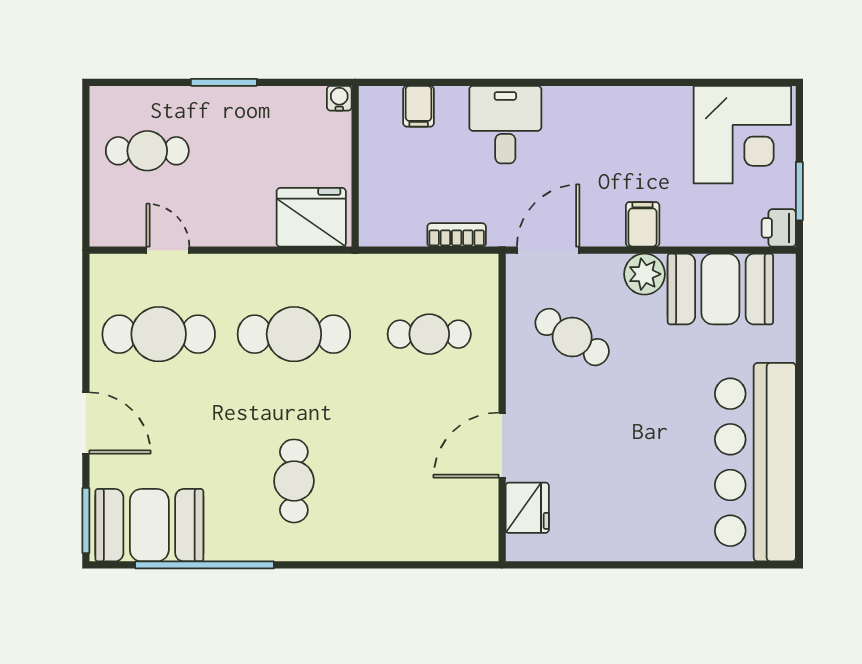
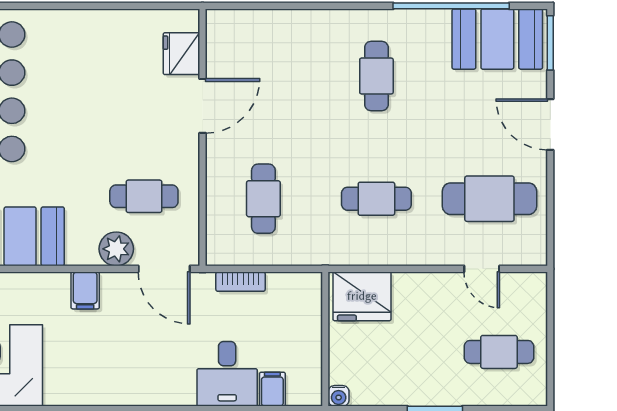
desk: (505, 125) -> (227, 374), moved
door: (548, 250) -> (164, 269), hinge flipped
plant: (644, 274) -> (116, 249), moved
cafe table: (294, 334) -> (376, 199), width x0.73, depth x0.74
cafe table: (429, 334) -> (263, 199), turned 90
cafe table: (572, 337) -> (144, 196), turned -32

